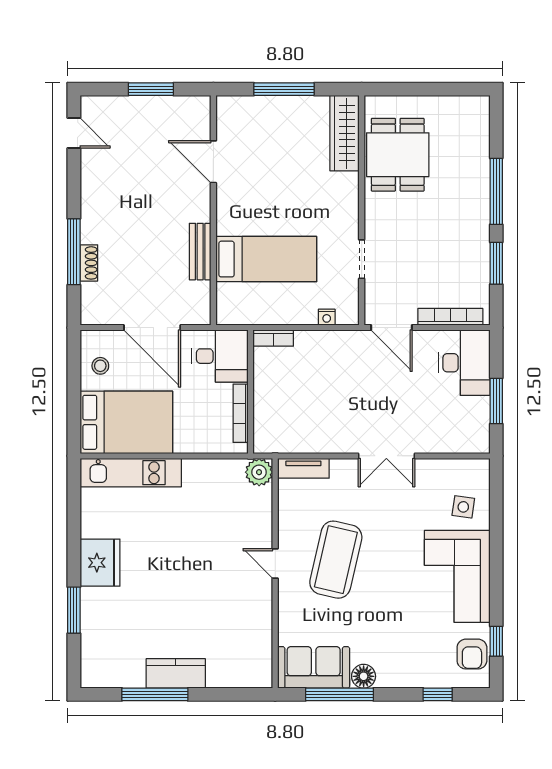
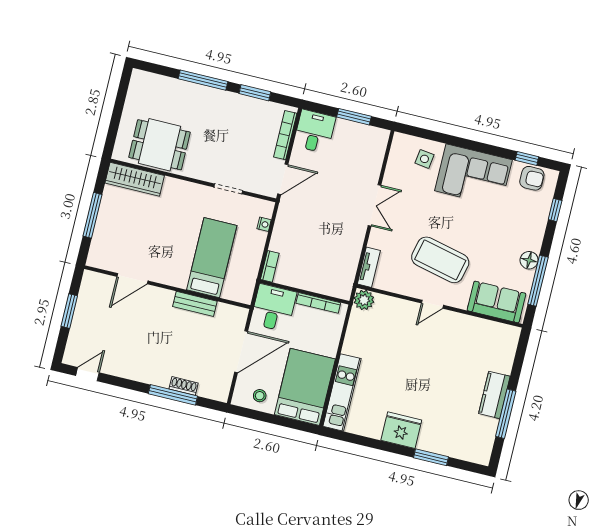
desk: (464, 363) -> (314, 131), width x0.73
sofa: (314, 667) -> (497, 302), moved, turned 90

